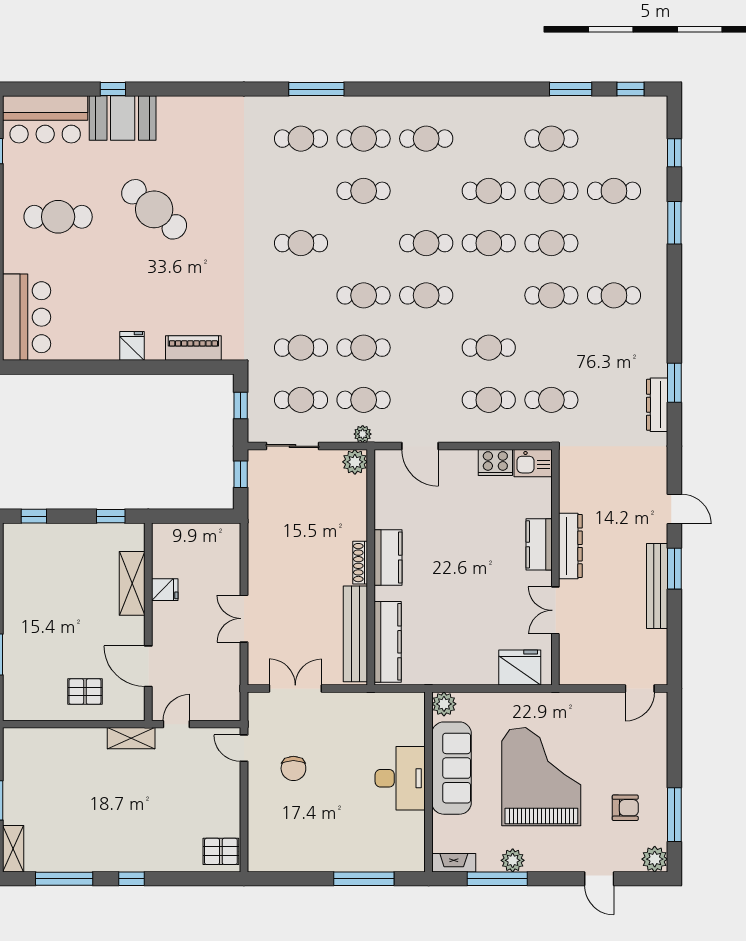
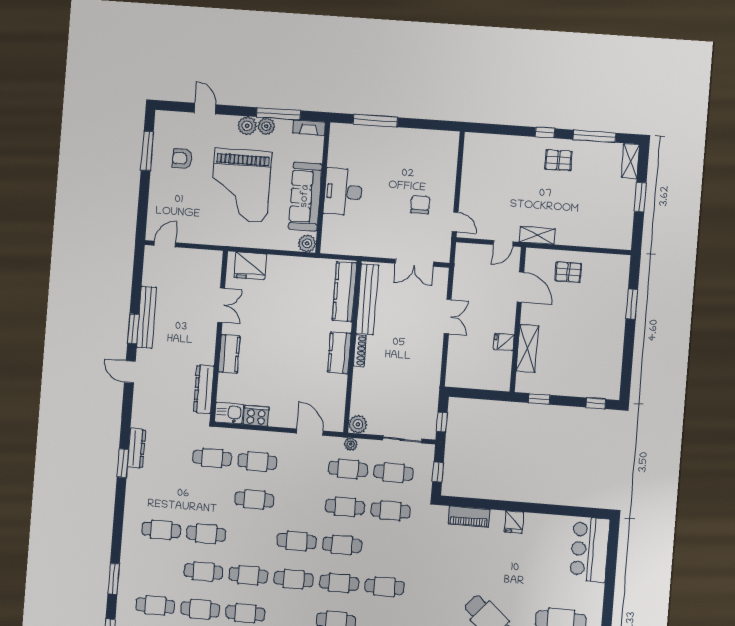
cafe table: (364, 243) -> (339, 583), added
dresser: (570, 546) -> (204, 389), moved
pallet: (221, 851) -> (558, 160), moved
plant: (655, 859) -> (247, 126), moved

